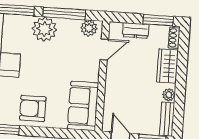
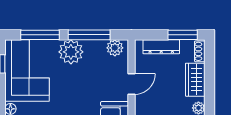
dresser: (136, 30) -> (161, 47), width x1.44
door: (104, 50) -> (131, 84), moved

